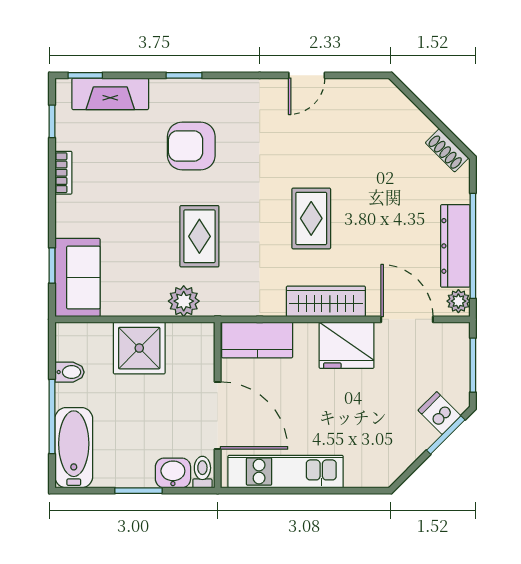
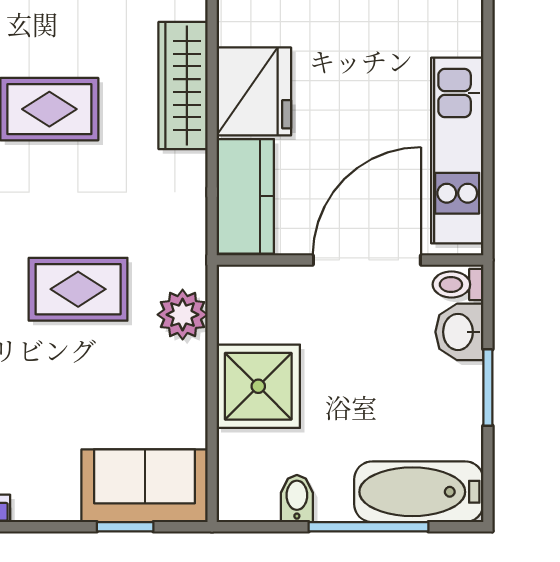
fridge: (347, 345) -> (254, 91), moved

